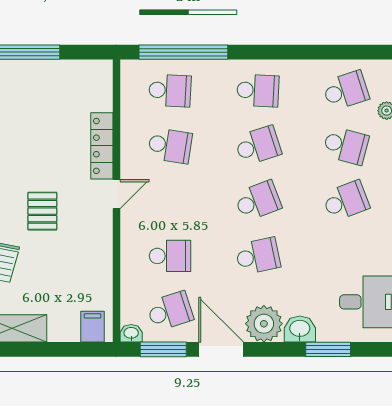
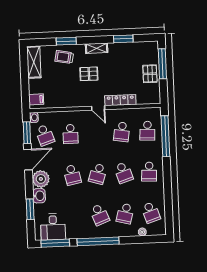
pallet: (48, 80) -> (150, 74), added
school desk: (258, 201) -> (98, 174), turned 39

